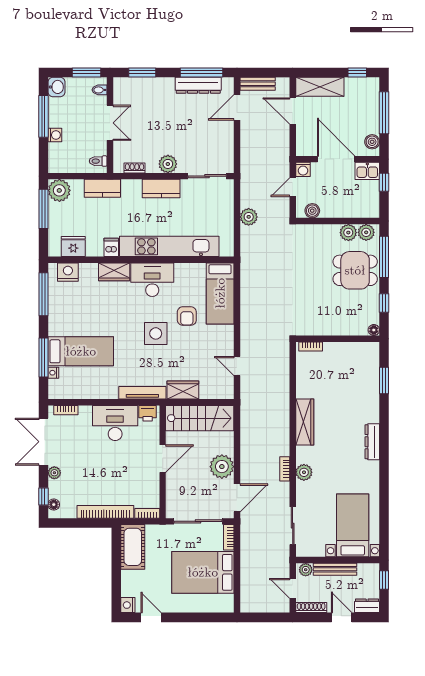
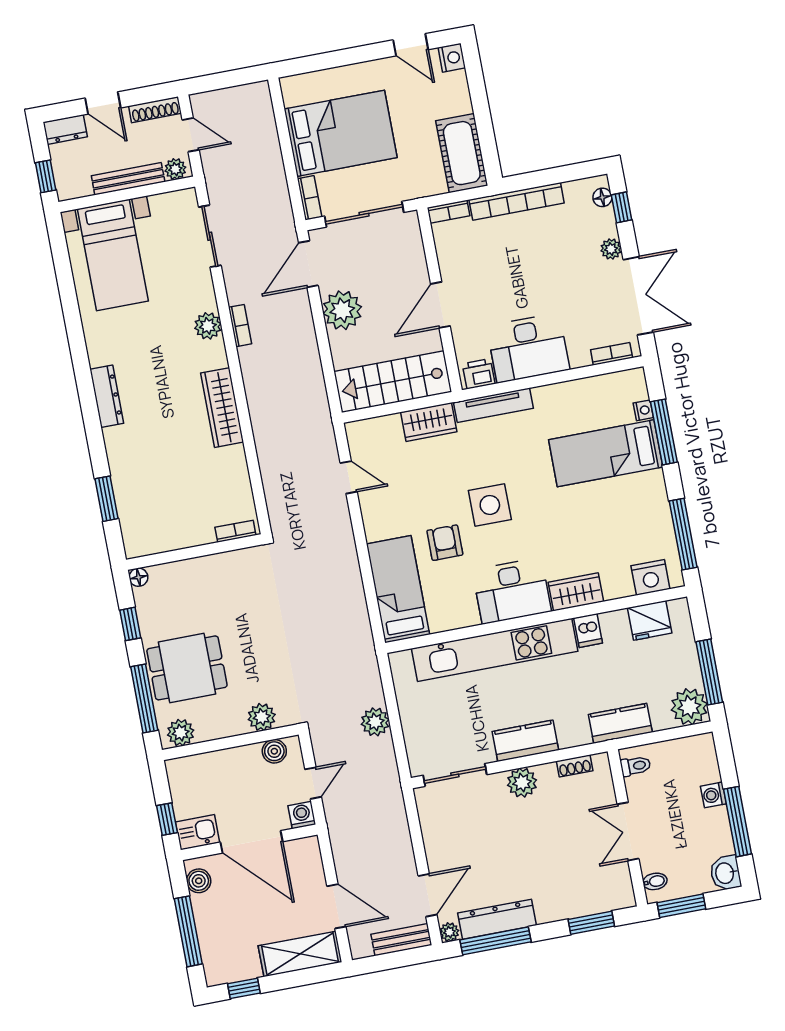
plant: (228, 83) -> (449, 932), added
plant: (348, 233) -> (262, 717), moved

